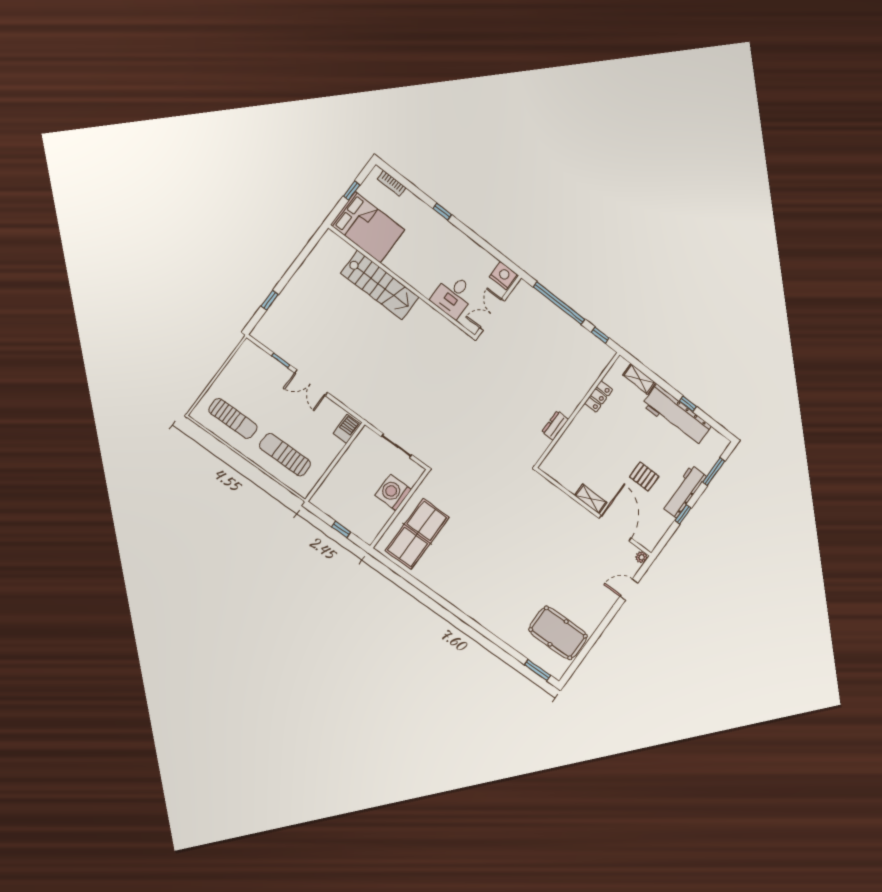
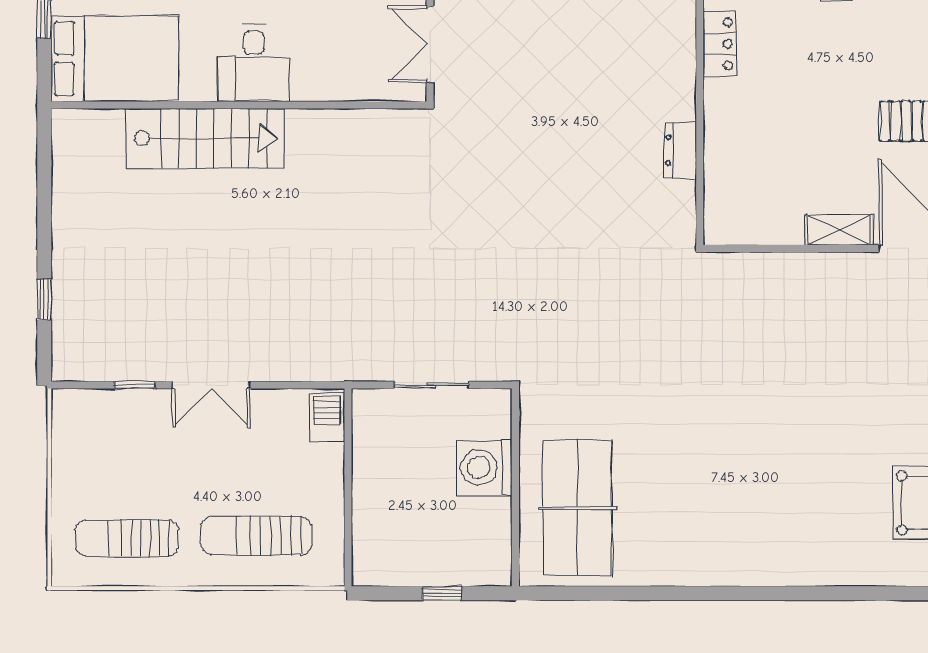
desk: (453, 296) -> (254, 63), moved
sun lounger: (233, 419) -> (127, 538), turned 180

